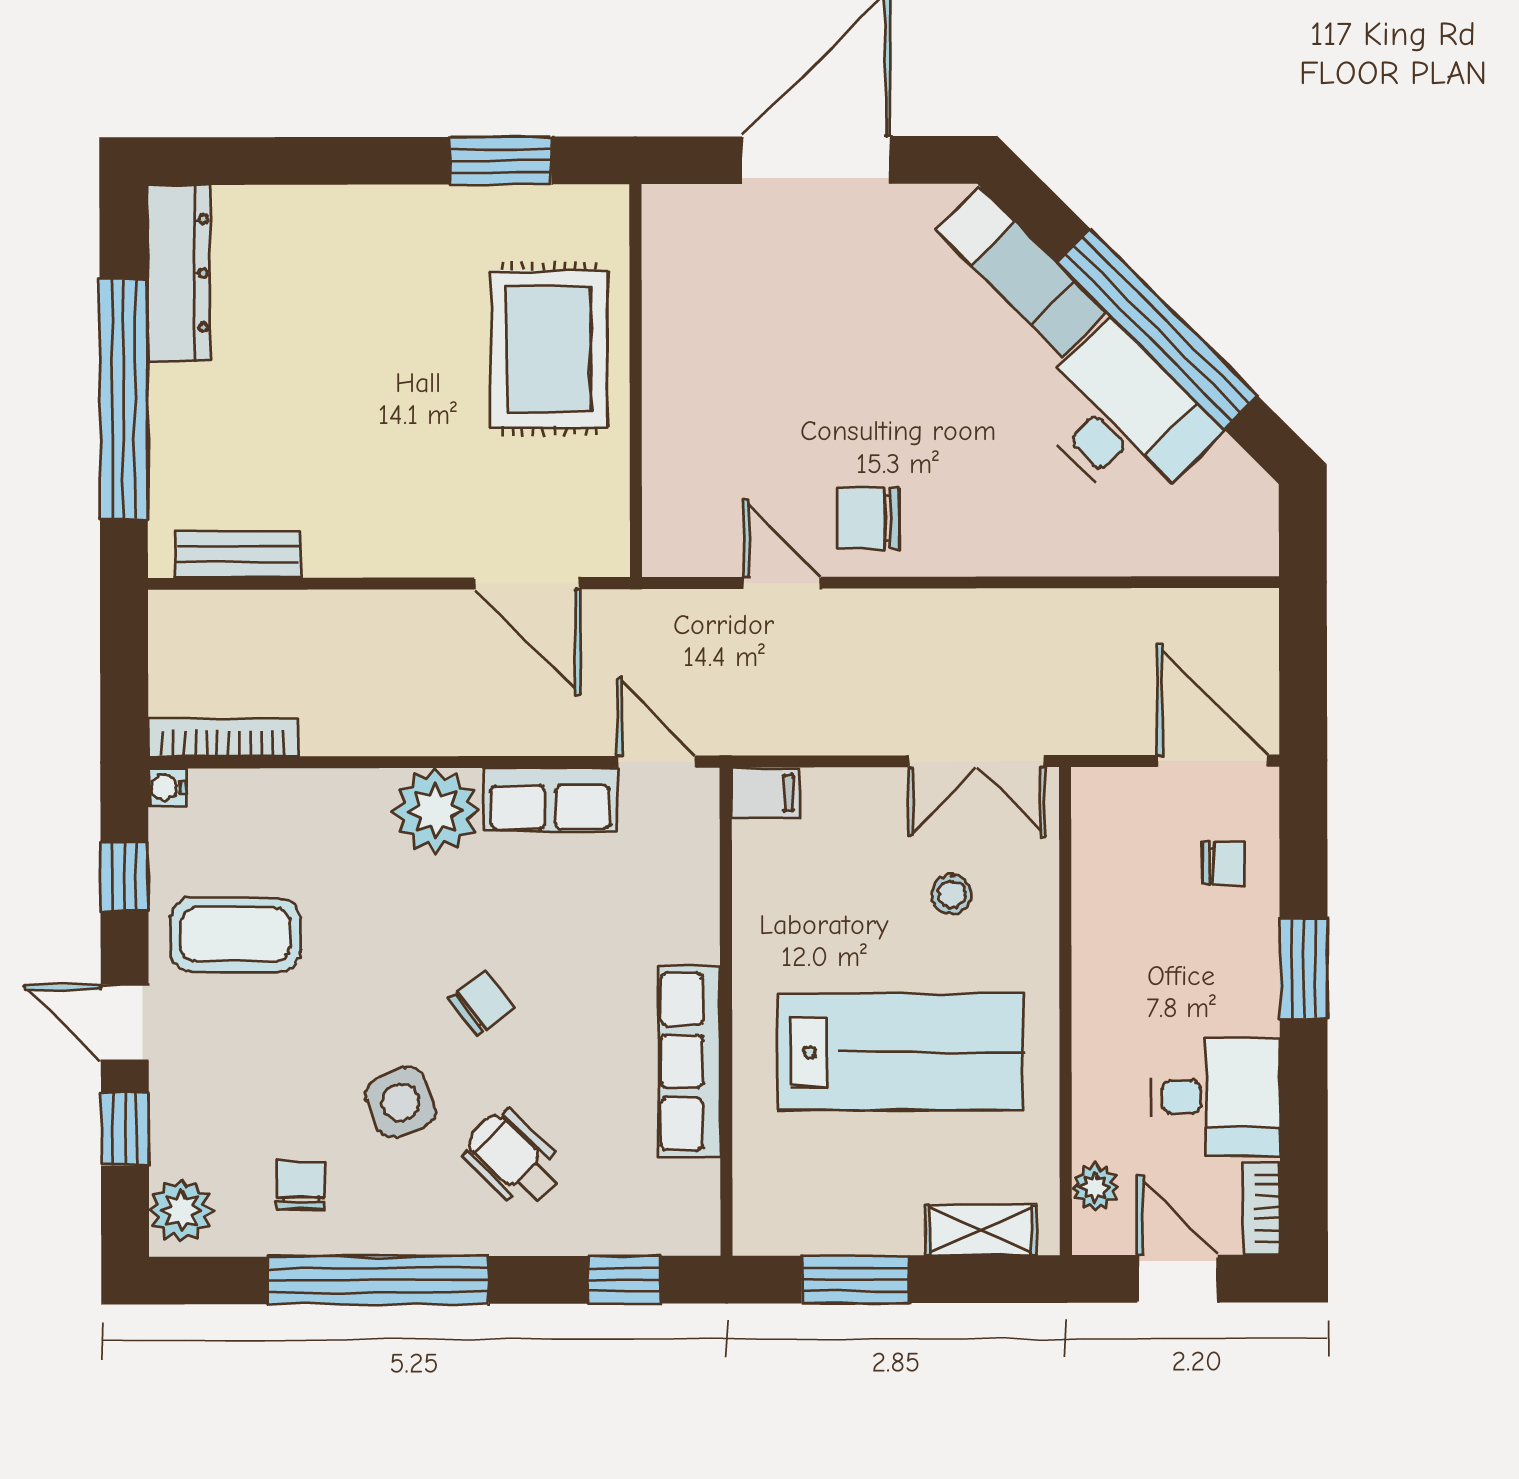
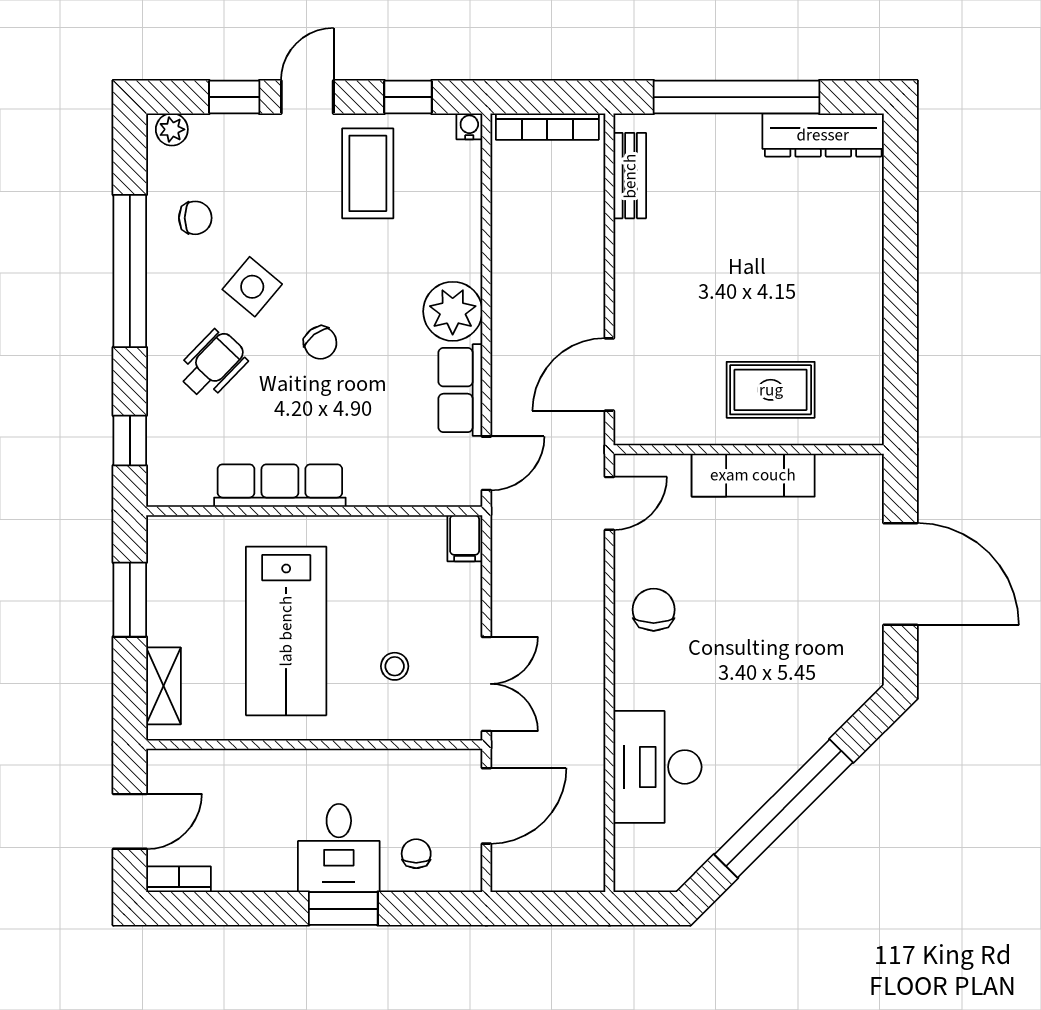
window: (501, 161) -> (900, 357), removed
exam couch: (1021, 271) -> (753, 475), moved, turned -135
rug: (549, 349) -> (771, 390), width x0.73, depth x0.70
desk: (1122, 418) -> (657, 767), moved, turned 135
door: (782, 583) -> (609, 503), moved
bookcase: (223, 737) -> (547, 127), moved, turned 90
double door: (977, 761) -> (486, 684), swing flipped
door: (1212, 761) -> (486, 806), moved
chair: (1224, 863) -> (416, 854), turned 180
desk: (1216, 1097) -> (339, 848), moved
side table: (400, 1102) -> (252, 287), turned -30
plant: (1095, 1188) -> (193, 765), removed
plant: (181, 1211) -> (172, 129), width x0.73, depth x0.73

